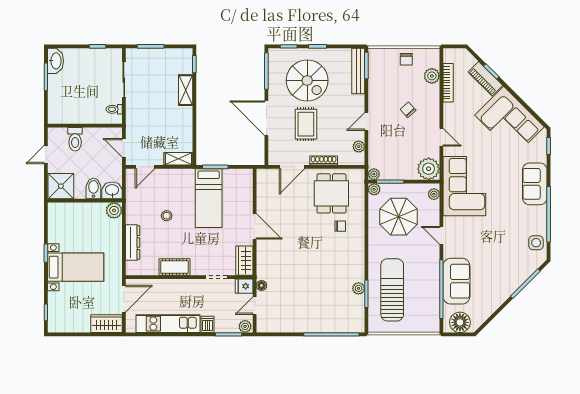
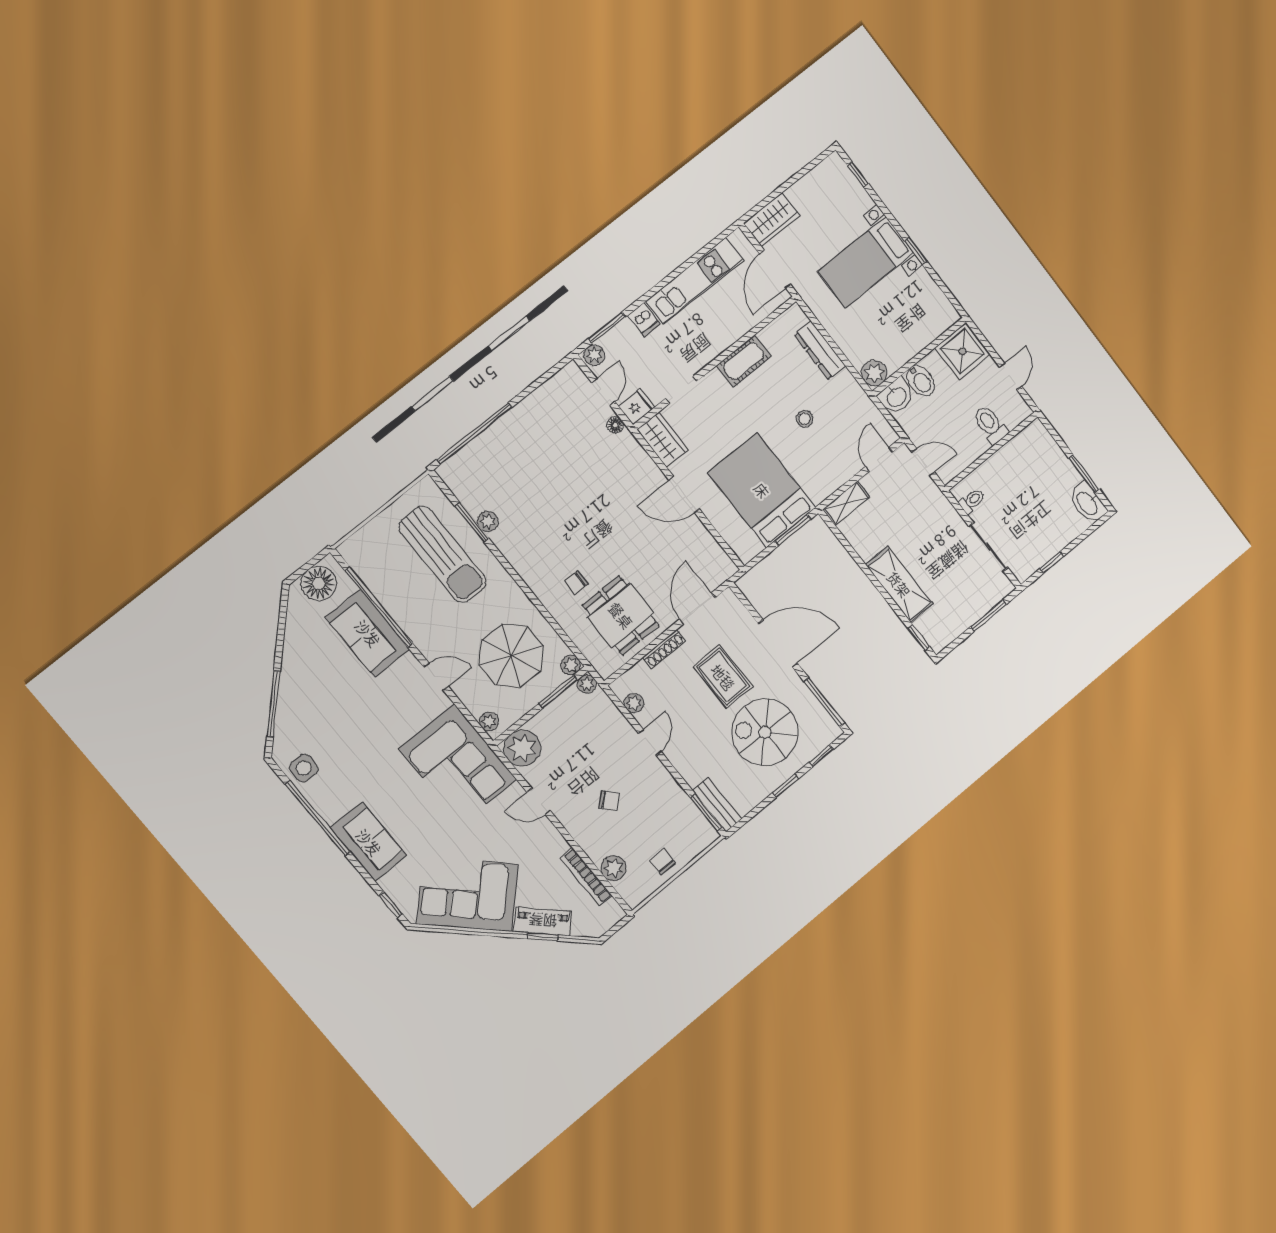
bench: (358, 71) -> (717, 805), width x0.73
shelving: (186, 90) -> (899, 584), width x1.50, depth x1.33
bed: (209, 198) -> (762, 490), width x1.50

